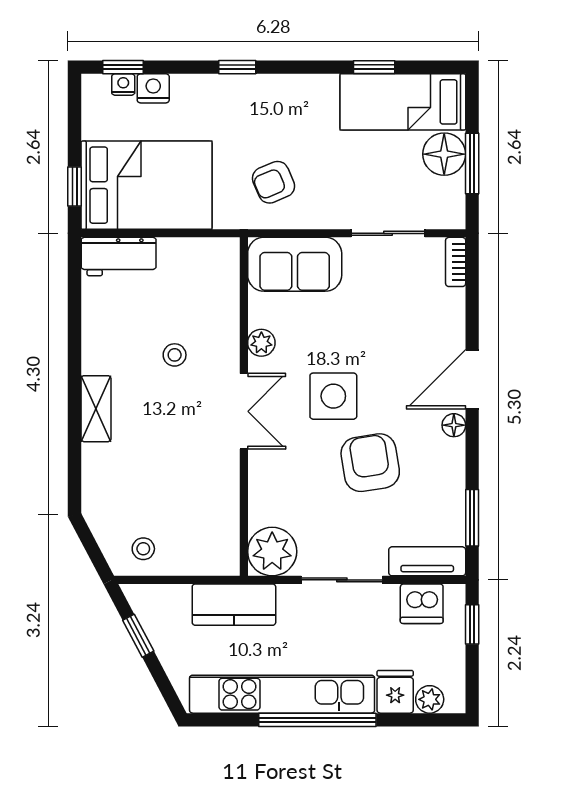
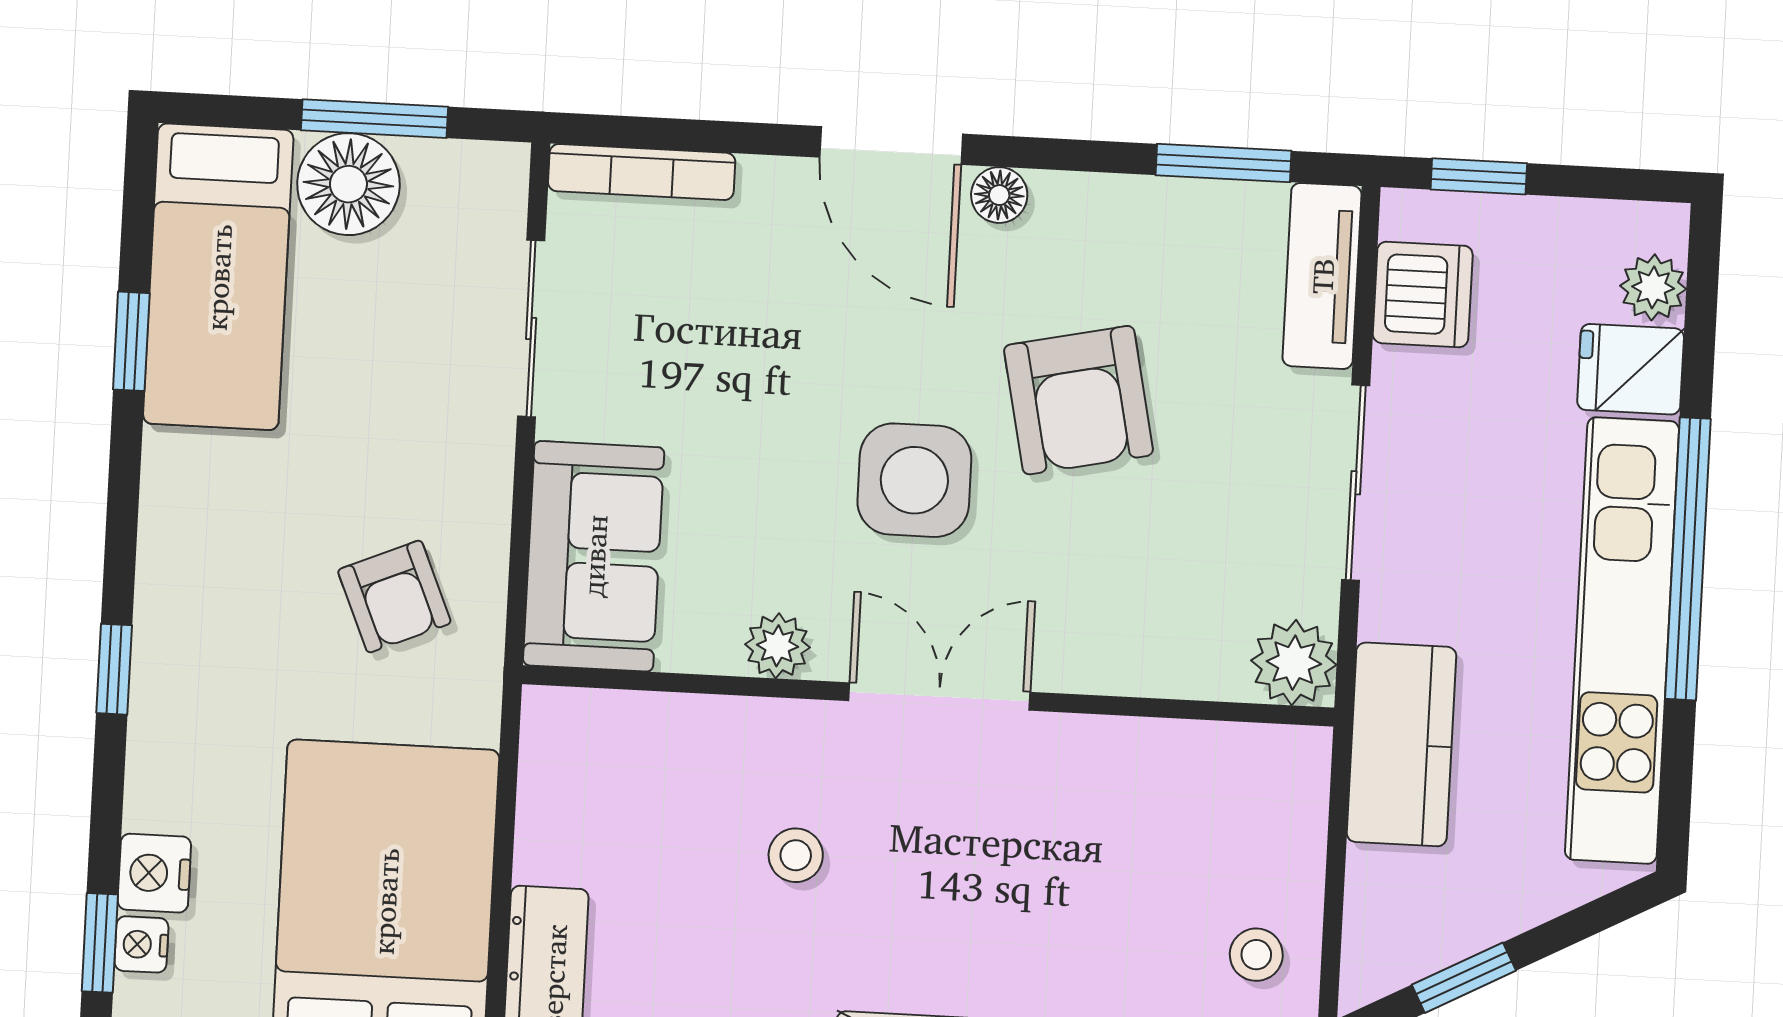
bookcase: (456, 262) -> (642, 172), width x1.56
armchair: (370, 463) -> (1078, 400), turned -93
plant: (272, 552) -> (1294, 663), width x0.73, depth x0.73

